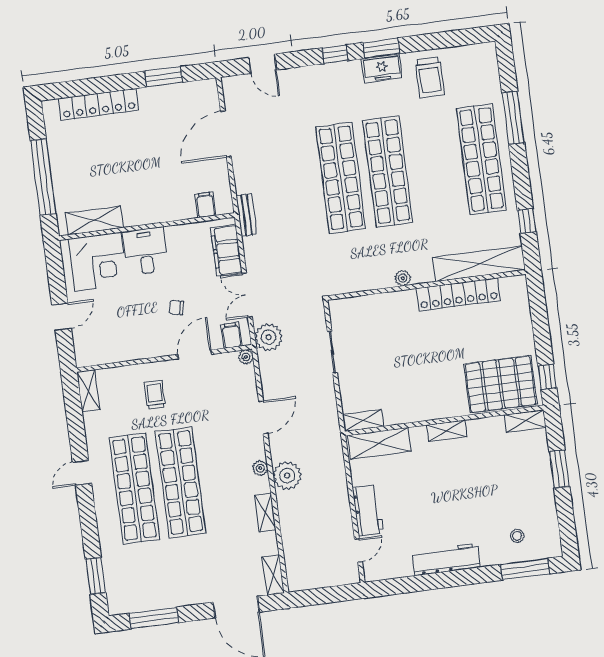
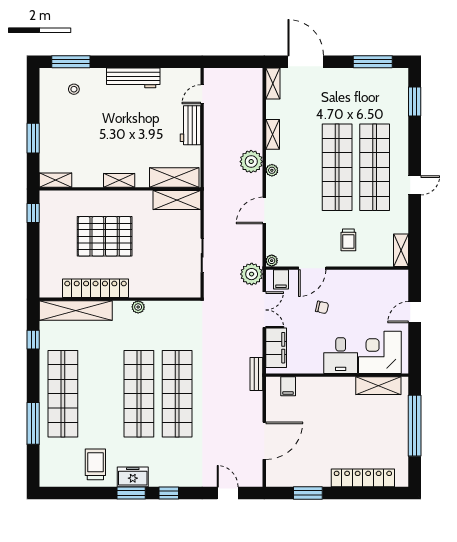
pallet: (501, 384) -> (105, 236), moved
shelving: (363, 420) -> (177, 200), width x1.50, depth x1.33

